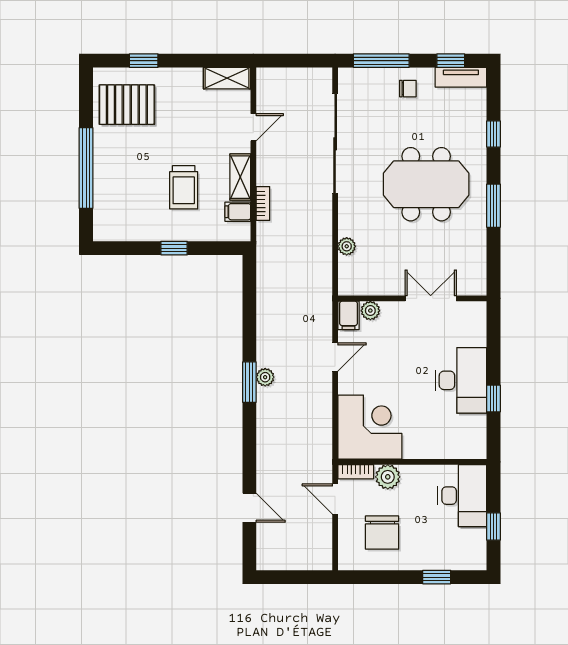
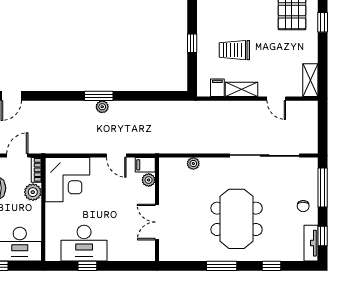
bookcase: (263, 204) -> (223, 105), removed
double door: (431, 298) -> (157, 222), swing flipped
desk: (461, 380) -> (84, 243), moved

